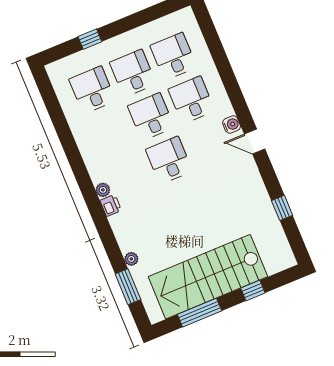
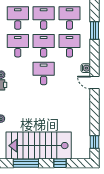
window: (221, 60) -> (94, 31), added
desk: (110, 134) -> (18, 46), added
window: (282, 208) -> (94, 142), moved

